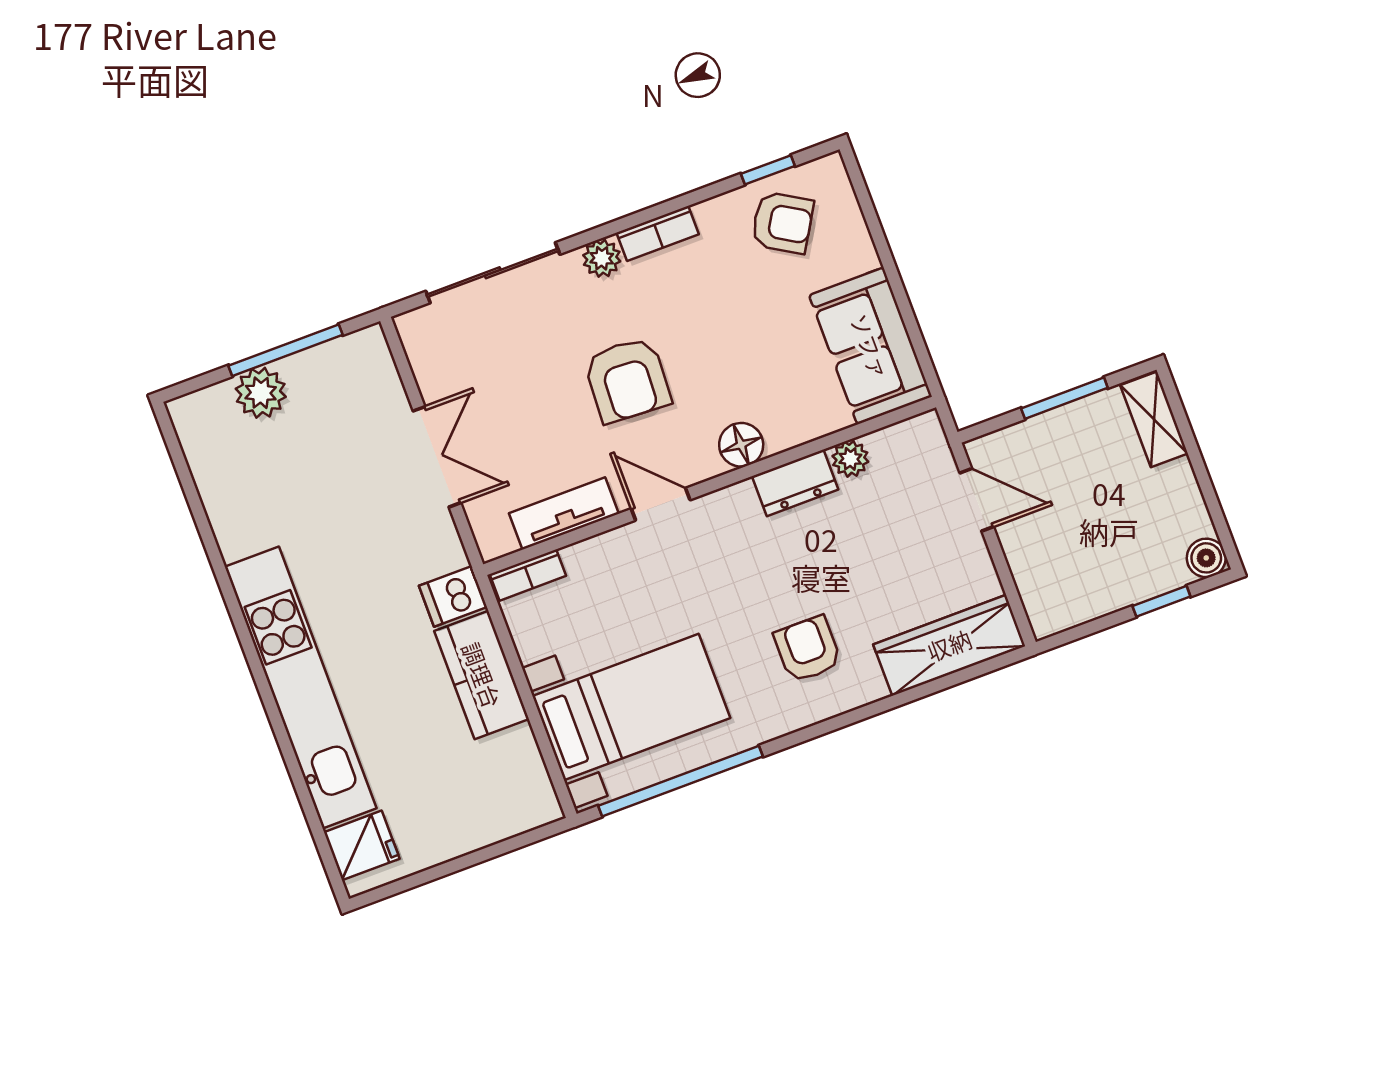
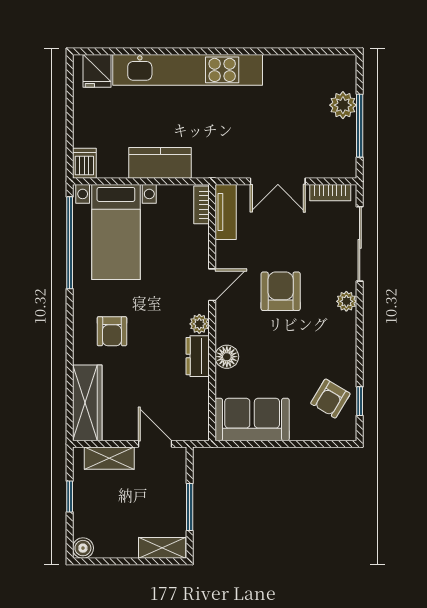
bookcase: (658, 233) -> (330, 193), moved, turned -90
armchair: (627, 380) -> (281, 291), turned 87
floor lamp: (741, 445) -> (227, 357), moved
plant: (850, 459) -> (199, 324), moved
door: (977, 500) -> (155, 444), swing flipped
tv unit: (564, 513) -> (226, 212), moved
shelving: (1032, 571) -> (109, 458), added
dishwasher: (453, 596) -> (84, 163), moved
window: (1161, 601) -> (70, 497), moved
armchair: (808, 649) -> (112, 331), turned 90

